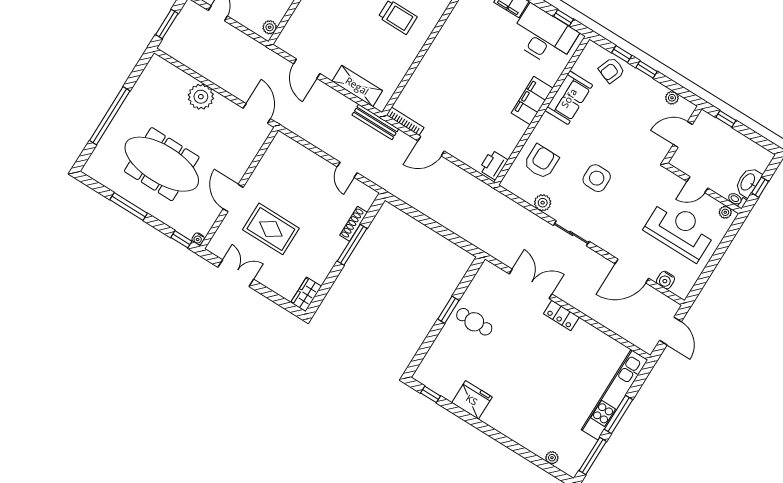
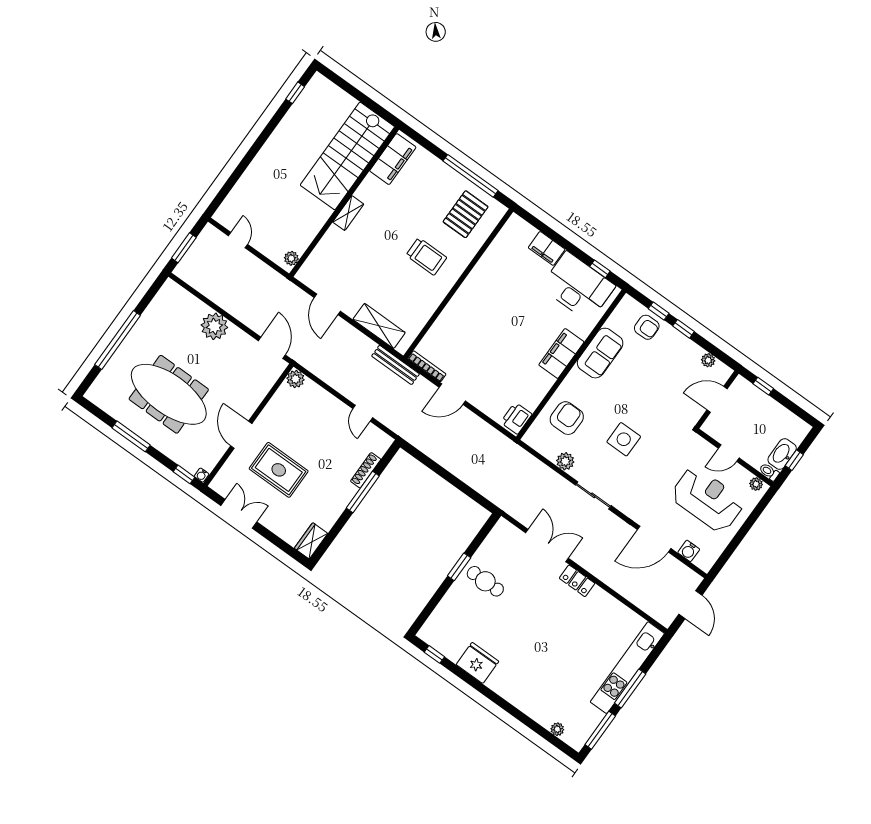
armchair: (612, 70) -> (647, 327), turned -111
plant: (281, 142) -> (295, 379), added

